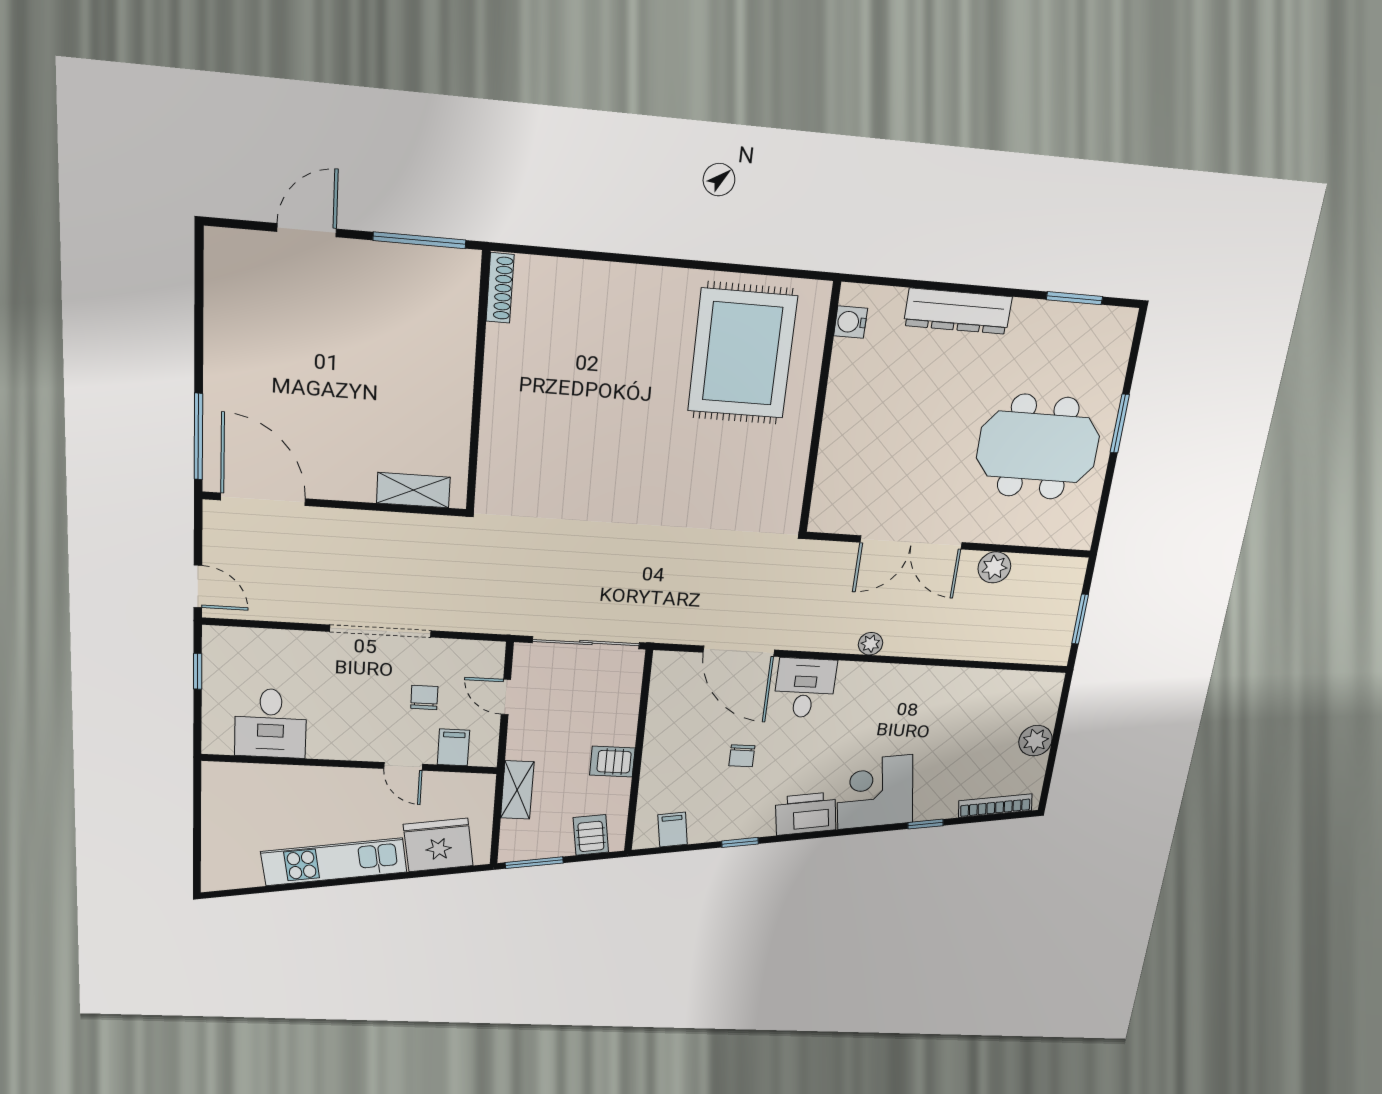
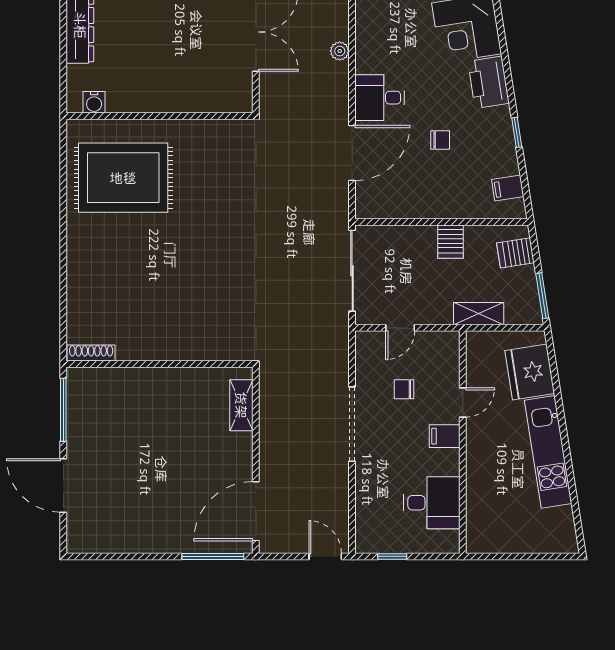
door: (307, 230) -> (63, 485), width x1.36
door: (198, 586) -> (325, 556), hinge flipped
filing cabinet: (454, 747) -> (445, 436), moved

